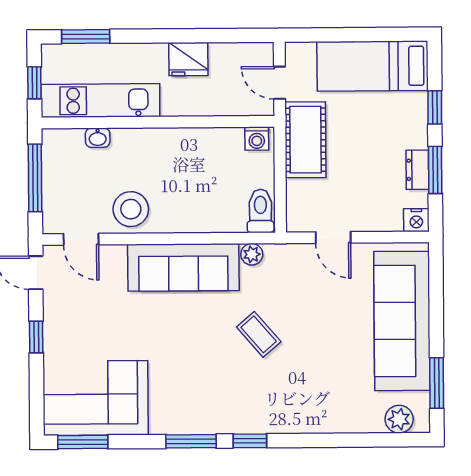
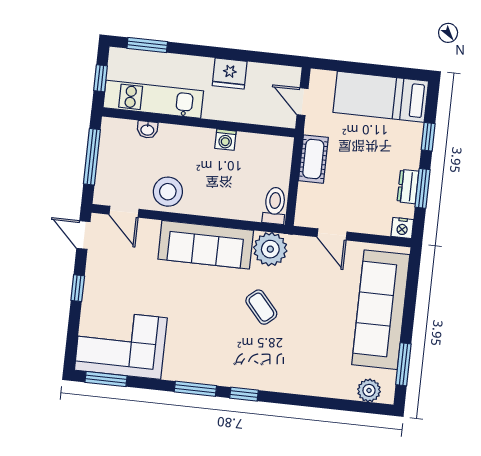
washing machine: (257, 139) -> (225, 140), moved
cot: (305, 140) -> (313, 159), width x0.73, depth x0.75
plant: (252, 254) -> (270, 249), width x1.88, depth x1.88

